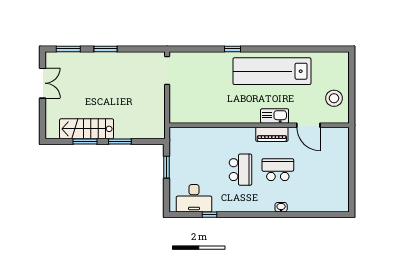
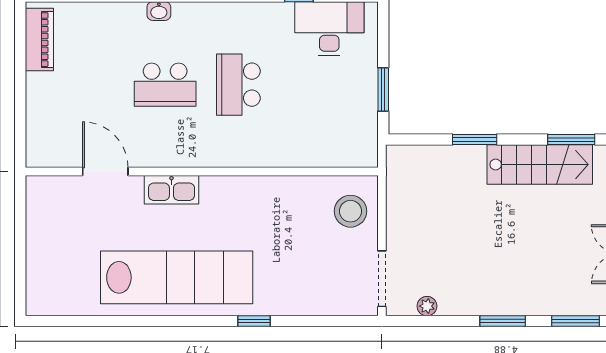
plant: (144, 57) -> (427, 306), added
stool: (334, 98) -> (351, 211), moved
piano: (272, 134) -> (39, 40), moved, turned 90
window: (85, 142) -> (571, 140), moved

